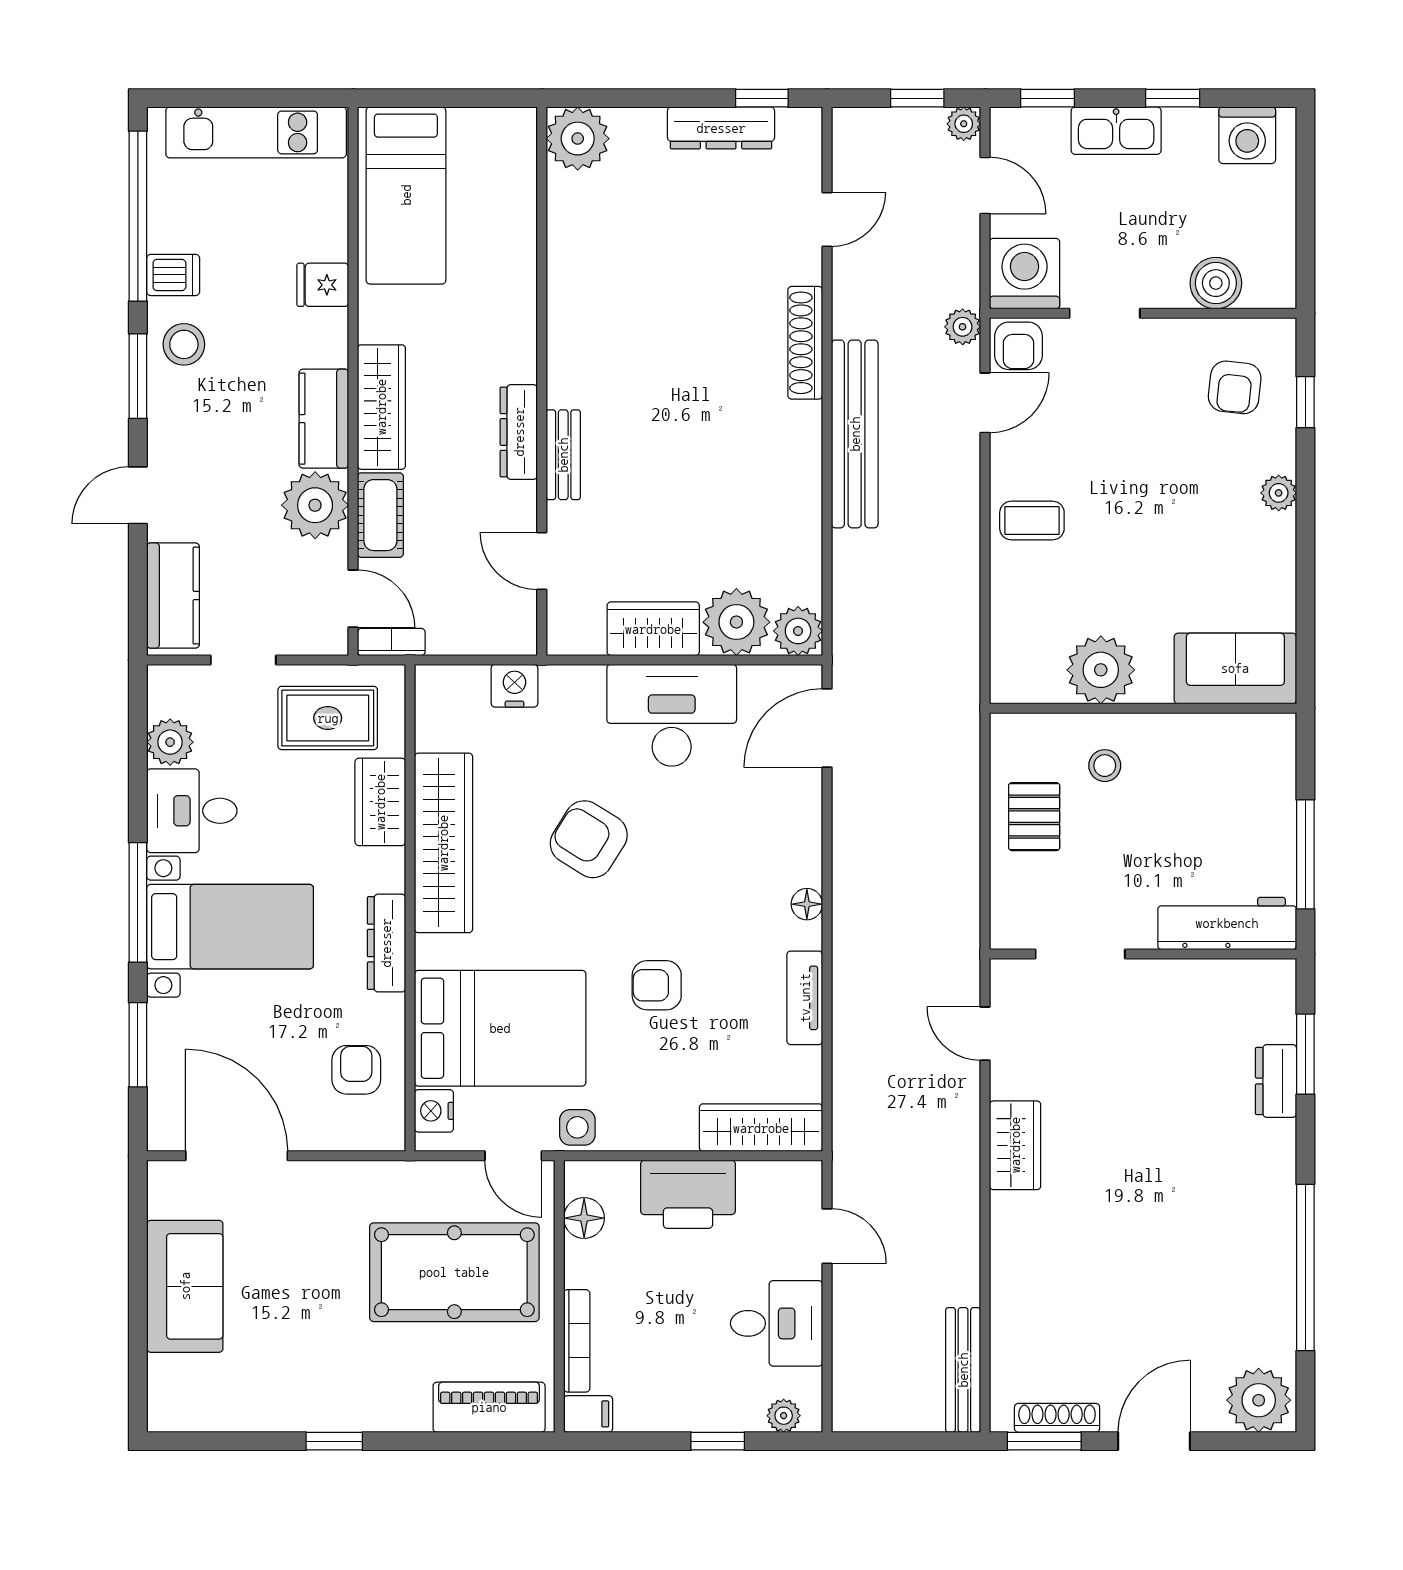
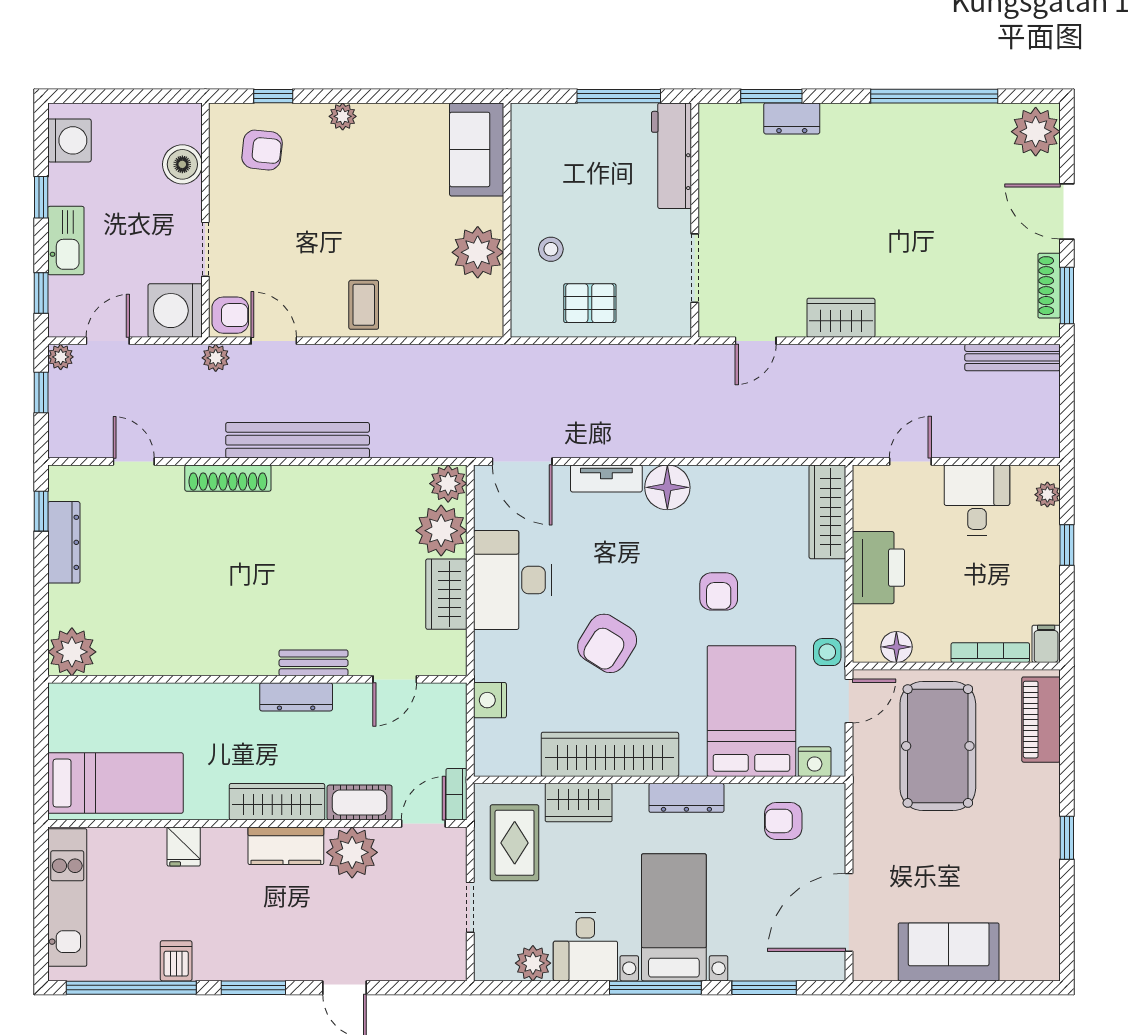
stool: (184, 344) -> (229, 953), removed
kitchen counter: (173, 596) -> (421, 961), removed
floor lamp: (807, 904) -> (667, 487), width x1.89, depth x1.89
tv unit: (805, 998) -> (606, 478), moved

